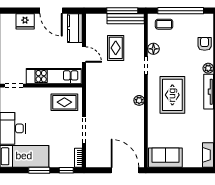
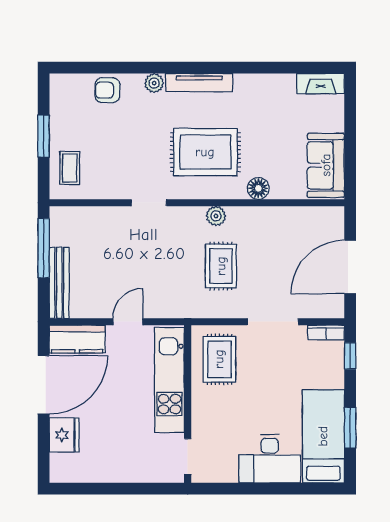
door: (51, 11) -> (44, 385), width x1.36
window: (181, 11) -> (44, 136), width x0.47
bench: (126, 19) -> (59, 283), moved
rug: (116, 48) -> (221, 266), moved, turned 90
floor lamp: (153, 49) -> (258, 188), moved
window: (39, 170) -> (350, 428), moved
door: (125, 170) -> (350, 267), moved

